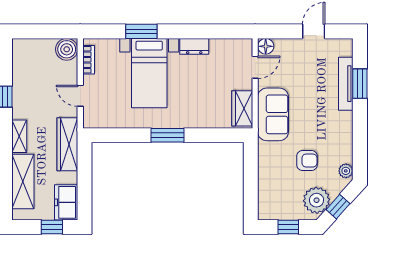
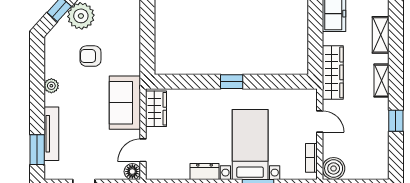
window: (360, 84) -> (37, 150), moved
window: (167, 135) -> (232, 82), width x0.67
plant: (346, 171) -> (51, 86), moved
shelving: (23, 181) -> (381, 35), width x0.67, depth x0.75

